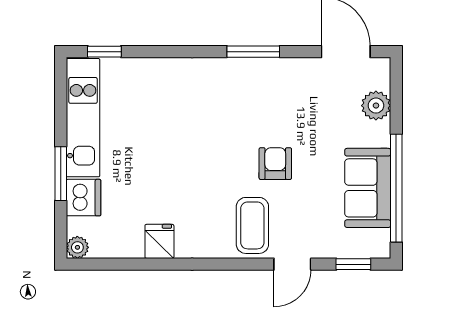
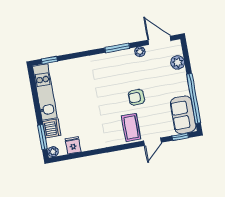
plant: (300, 68) -> (140, 52), added
armchair: (275, 164) -> (136, 97), turned -90
window: (61, 174) -> (42, 137), moved
sofa: (368, 188) -> (183, 115), moved
fridge: (159, 241) -> (73, 145), moved

